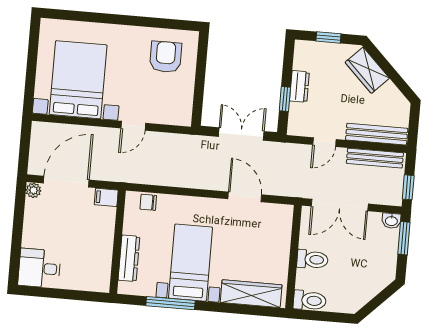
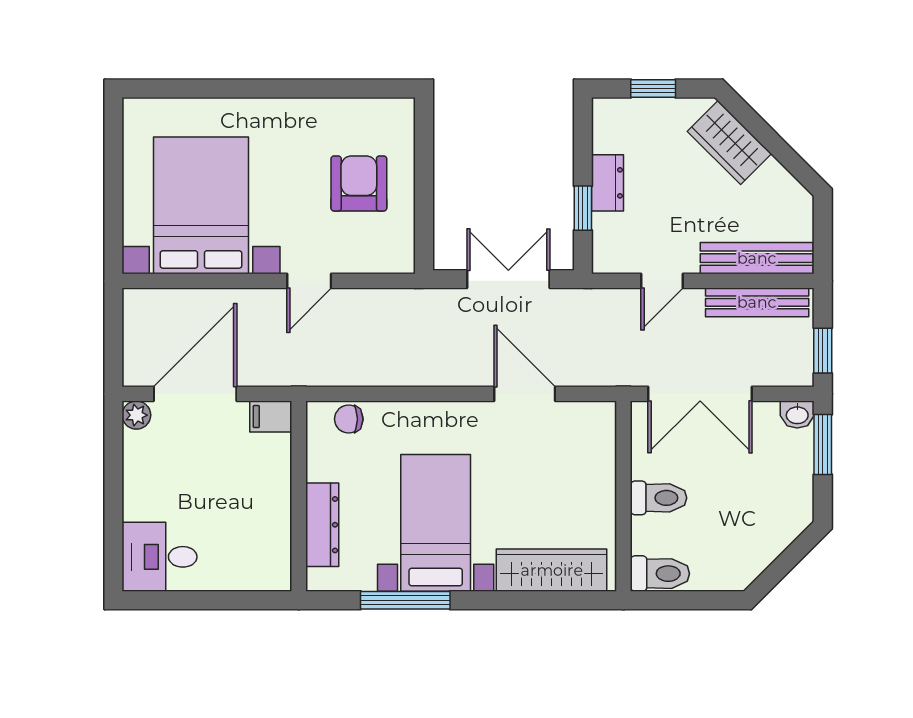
armchair: (166, 57) -> (359, 183), moved

